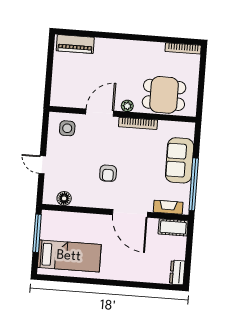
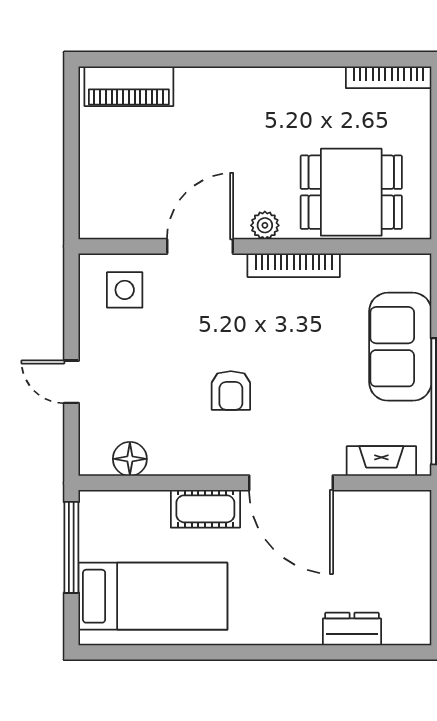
cot: (173, 227) -> (205, 509), moved
dresser: (177, 272) -> (352, 629), moved, turned 90

